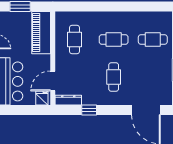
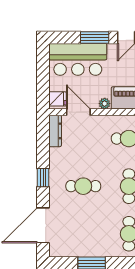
plant: (46, 59) -> (105, 104), added
window: (89, 110) -> (43, 178), moved

